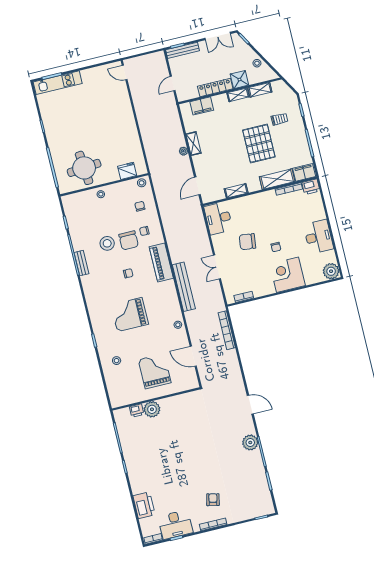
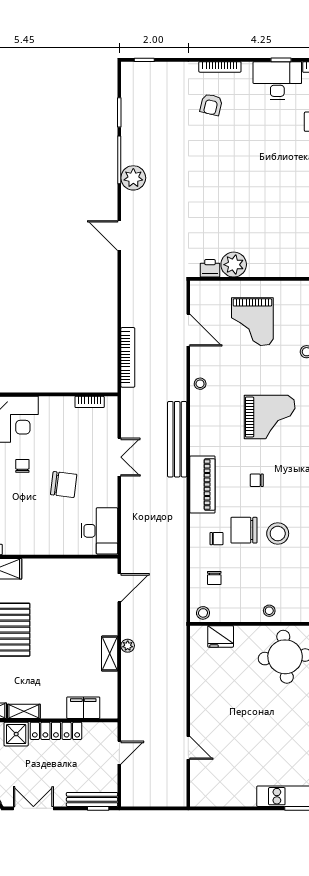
door: (125, 73) -> (188, 748), moved
shelving: (236, 191) -> (62, 566), removed
chair: (129, 240) -> (244, 530), turned -90
plant: (152, 409) -> (234, 265), moved
printer: (137, 411) -> (210, 268), moved

